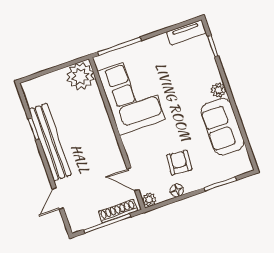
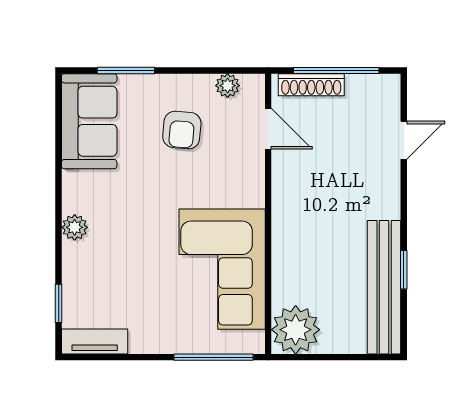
sofa: (223, 127) -> (89, 121), moved
bench: (50, 142) -> (384, 287), moved
floor lamp: (177, 190) -> (202, 85), removed
plant: (149, 200) -> (228, 86), moved

